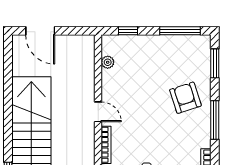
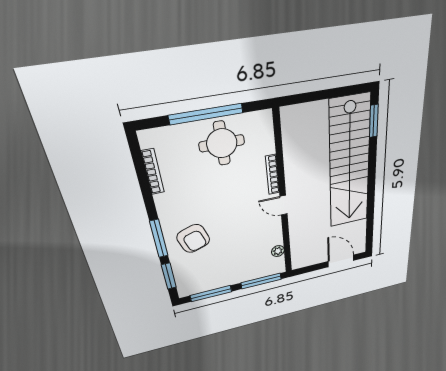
window: (128, 31) -> (261, 281), width x2.17
window: (215, 120) -> (159, 239), moved

